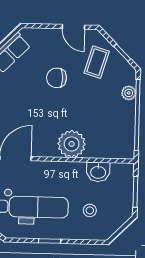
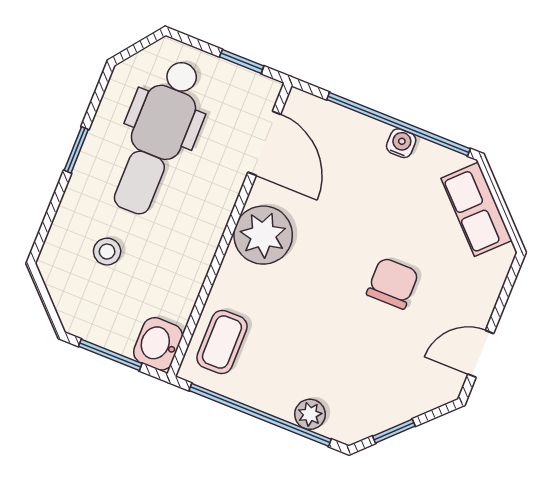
coffee table: (97, 62) -> (222, 342), moved, turned 73
plant: (72, 144) -> (263, 235), moved
washbasin: (98, 172) -> (158, 344), moved

